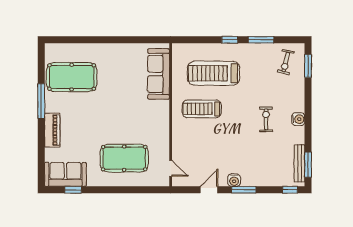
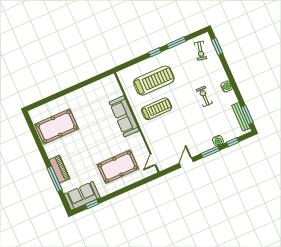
treadmill: (214, 73) -> (154, 81), turned 180
sofa: (159, 74) -> (124, 116), moved
window: (41, 101) -> (55, 179), moved
treadmill: (202, 109) -> (157, 109), turned 180
door: (171, 168) -> (153, 159), swing flipped
water cooler: (234, 180) -> (218, 141), moved
window: (290, 190) -> (233, 142), moved

